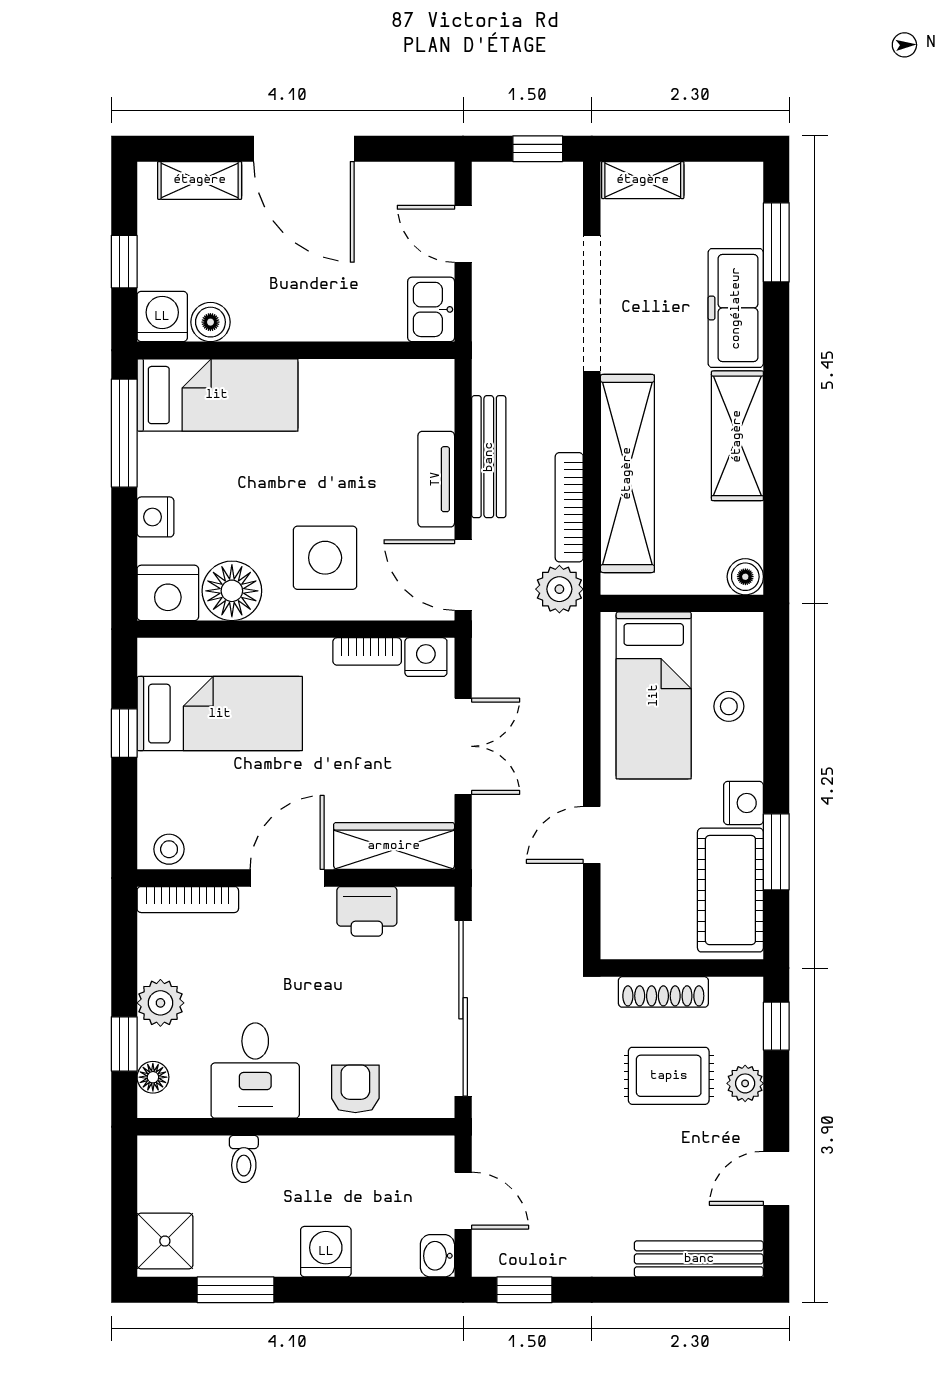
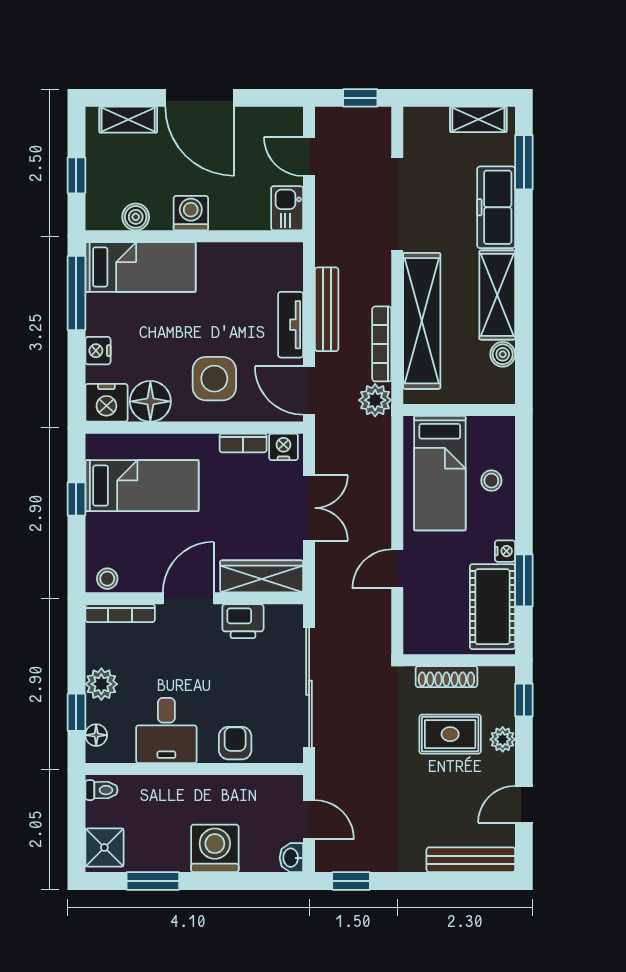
shelving: (643, 180) -> (478, 119), moved
washing machine: (162, 317) -> (191, 213), moved
boiler: (745, 577) -> (503, 354), moved
nightstand: (743, 803) -> (505, 551), width x0.72, depth x0.74
toilet: (244, 1159) -> (101, 790), moved, turned -90
washing machine: (326, 1252) -> (215, 848), width x1.37, depth x1.37

